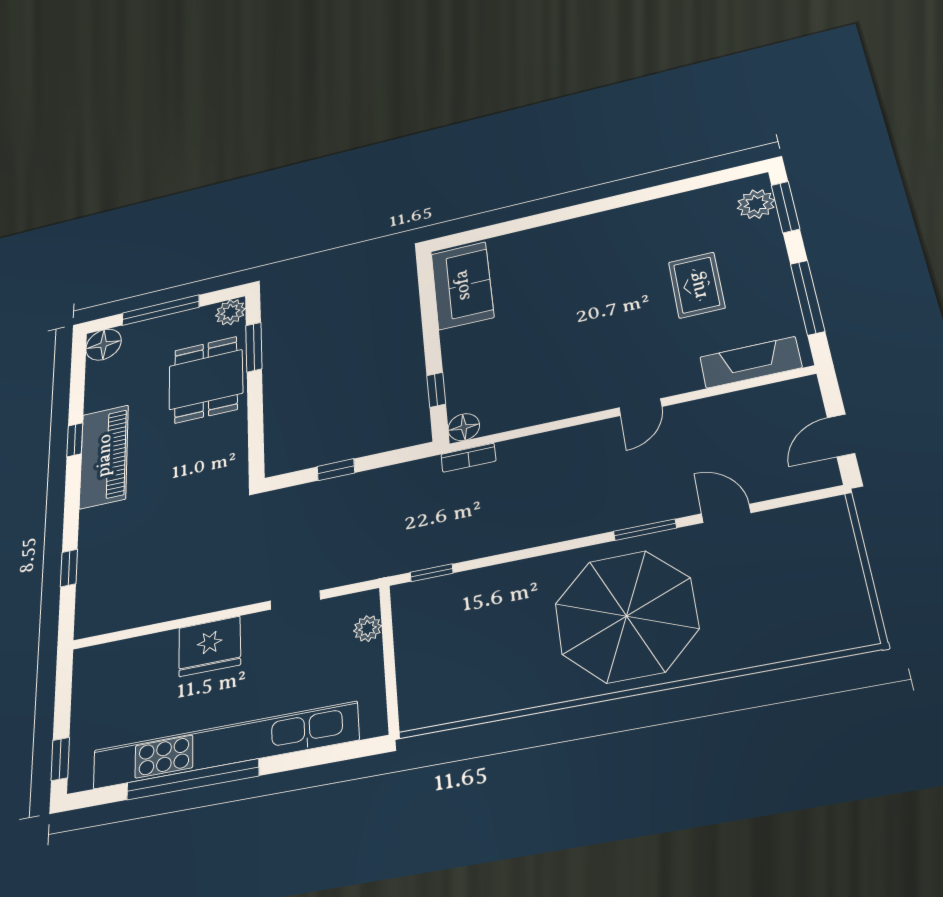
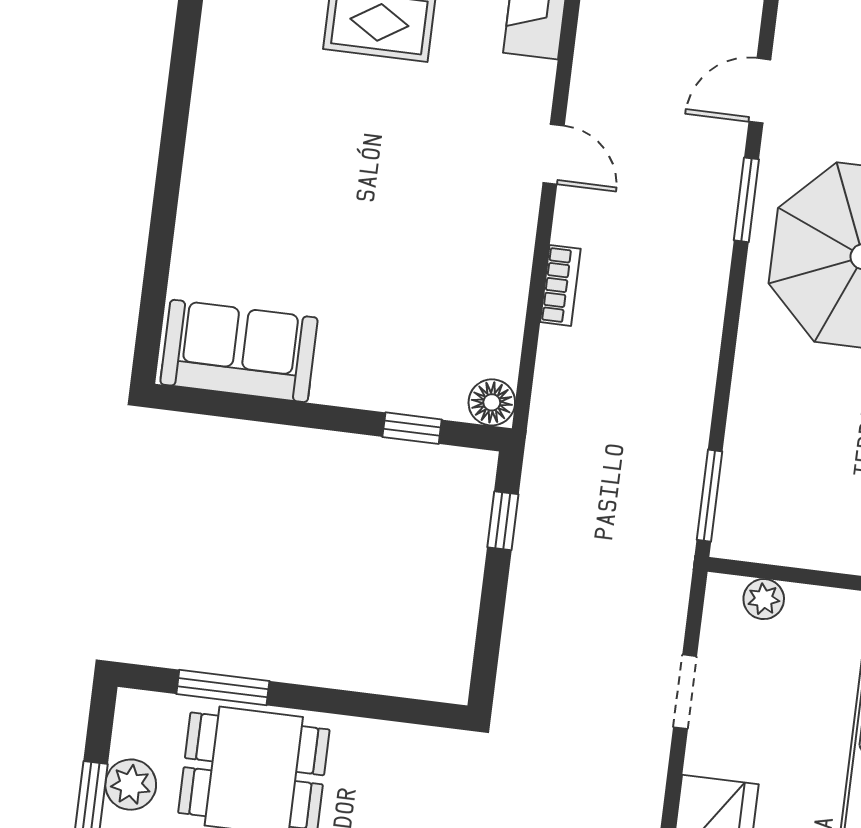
plant: (230, 312) -> (131, 785), moved
bookcase: (468, 458) -> (560, 285), moved
window: (336, 470) -> (503, 521), moved
window: (432, 573) -> (710, 496), width x1.50

